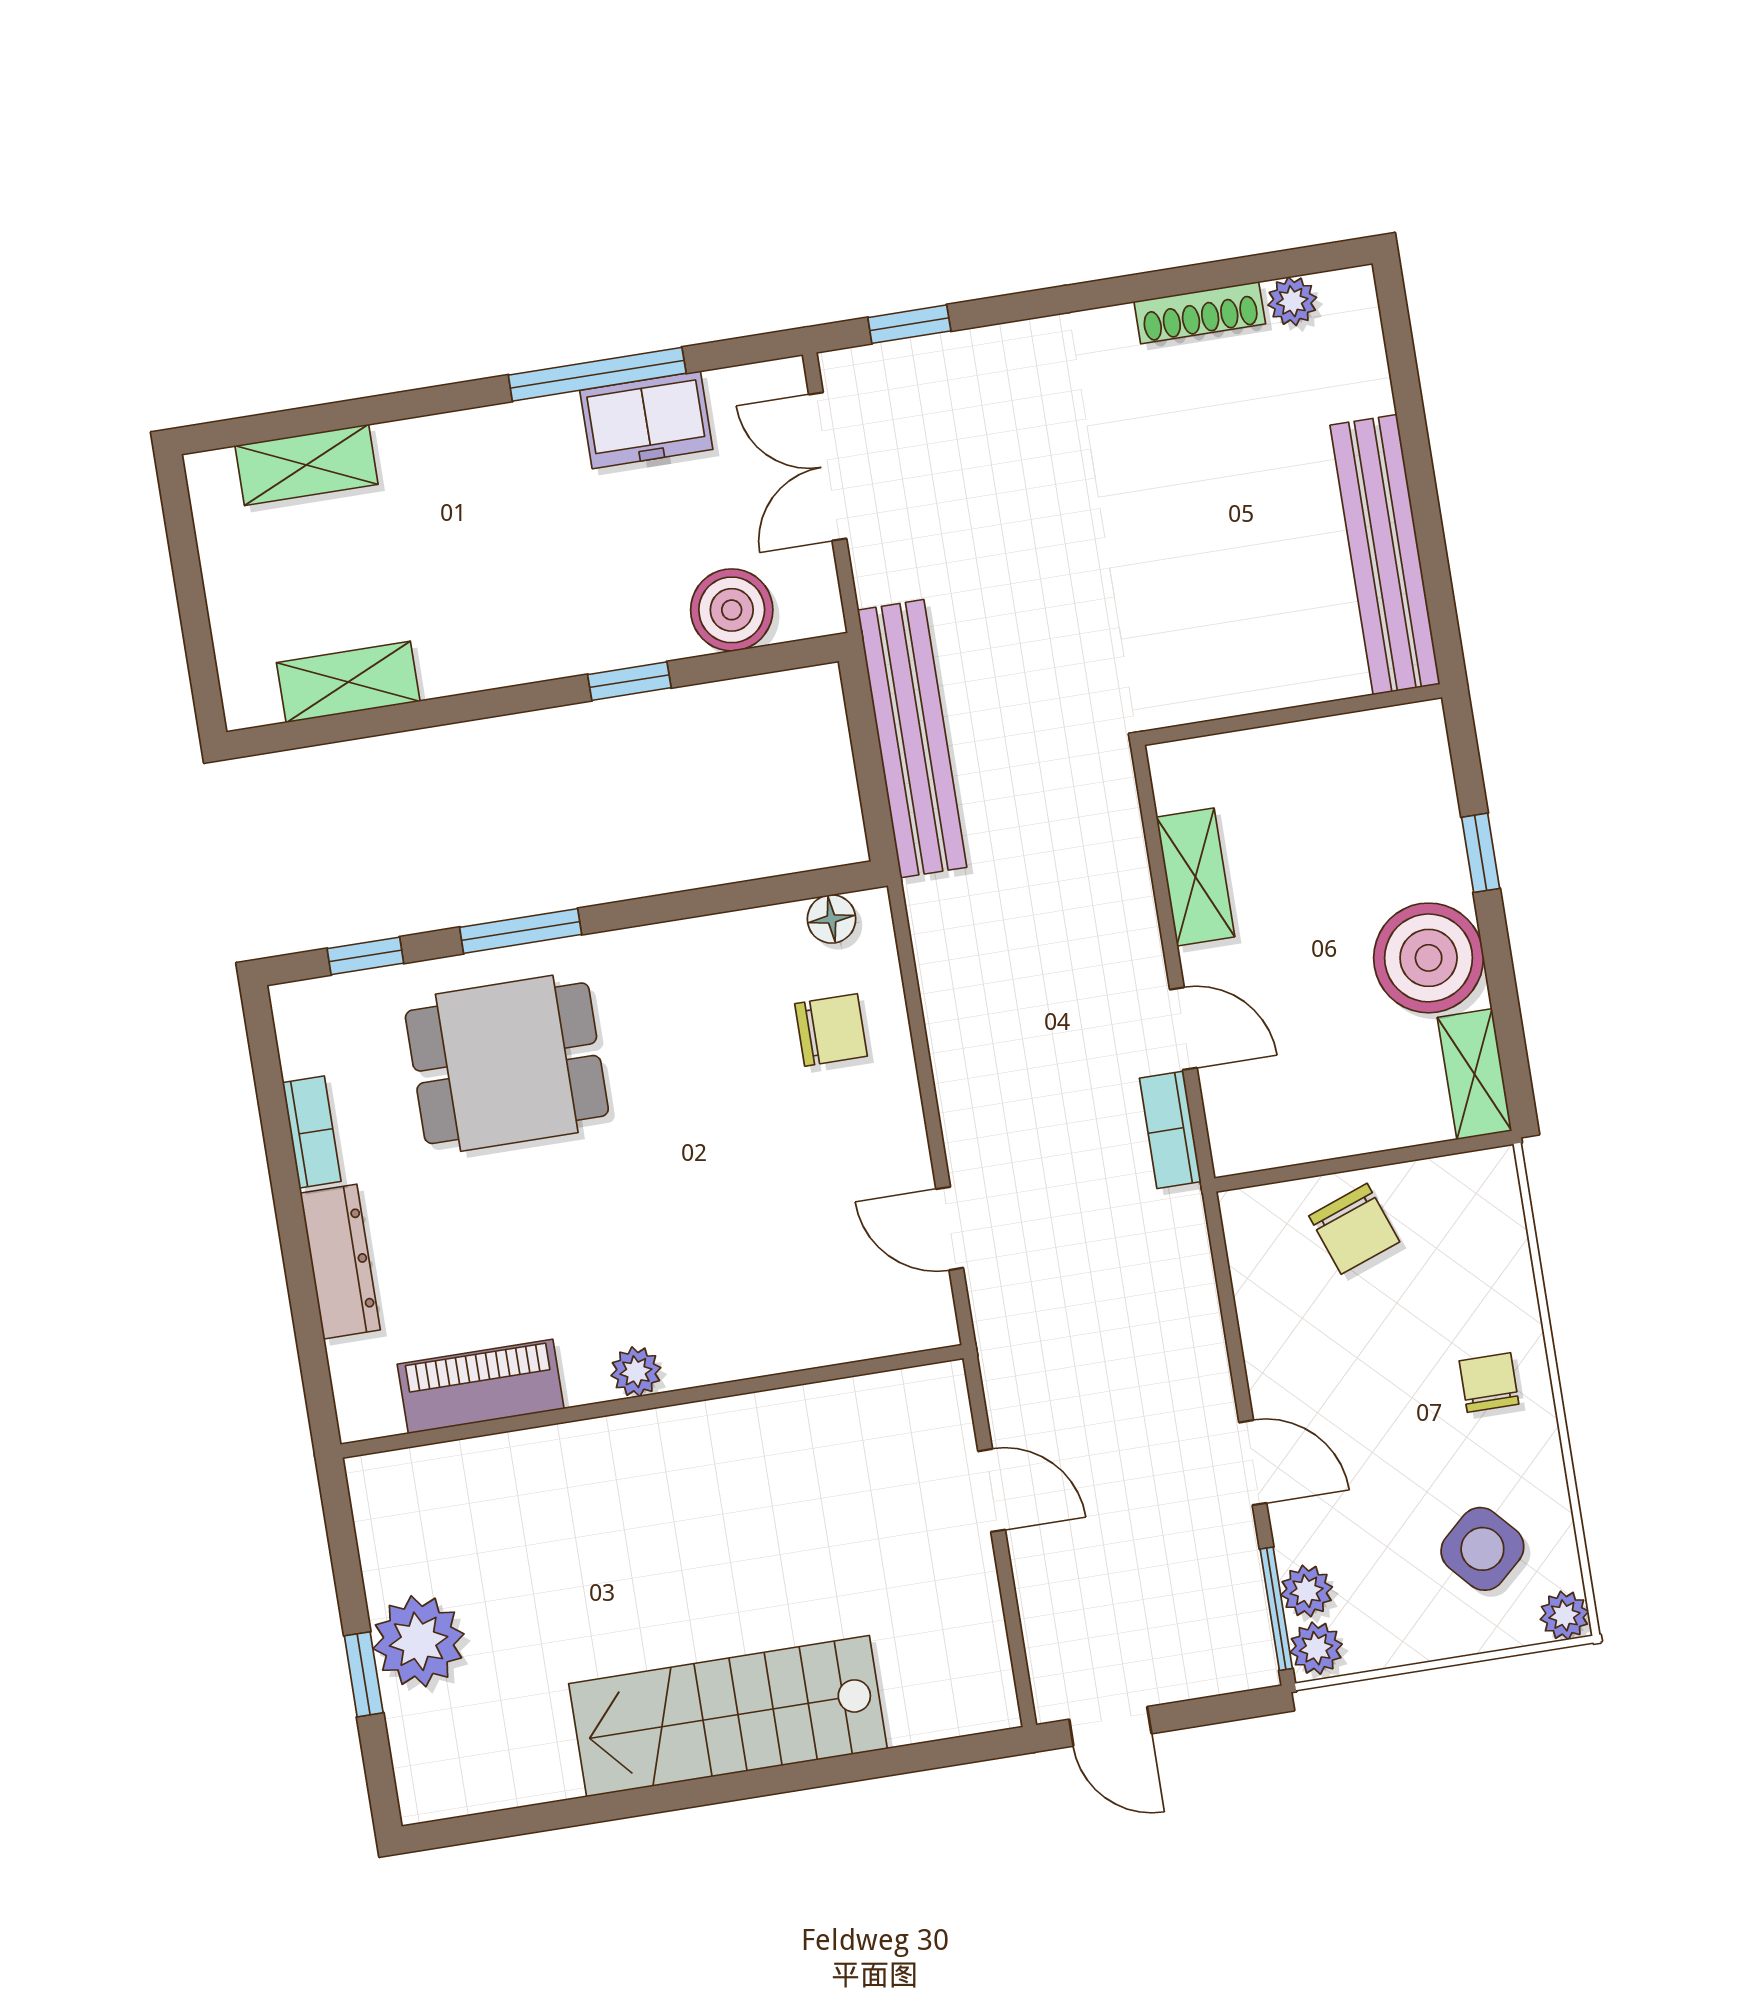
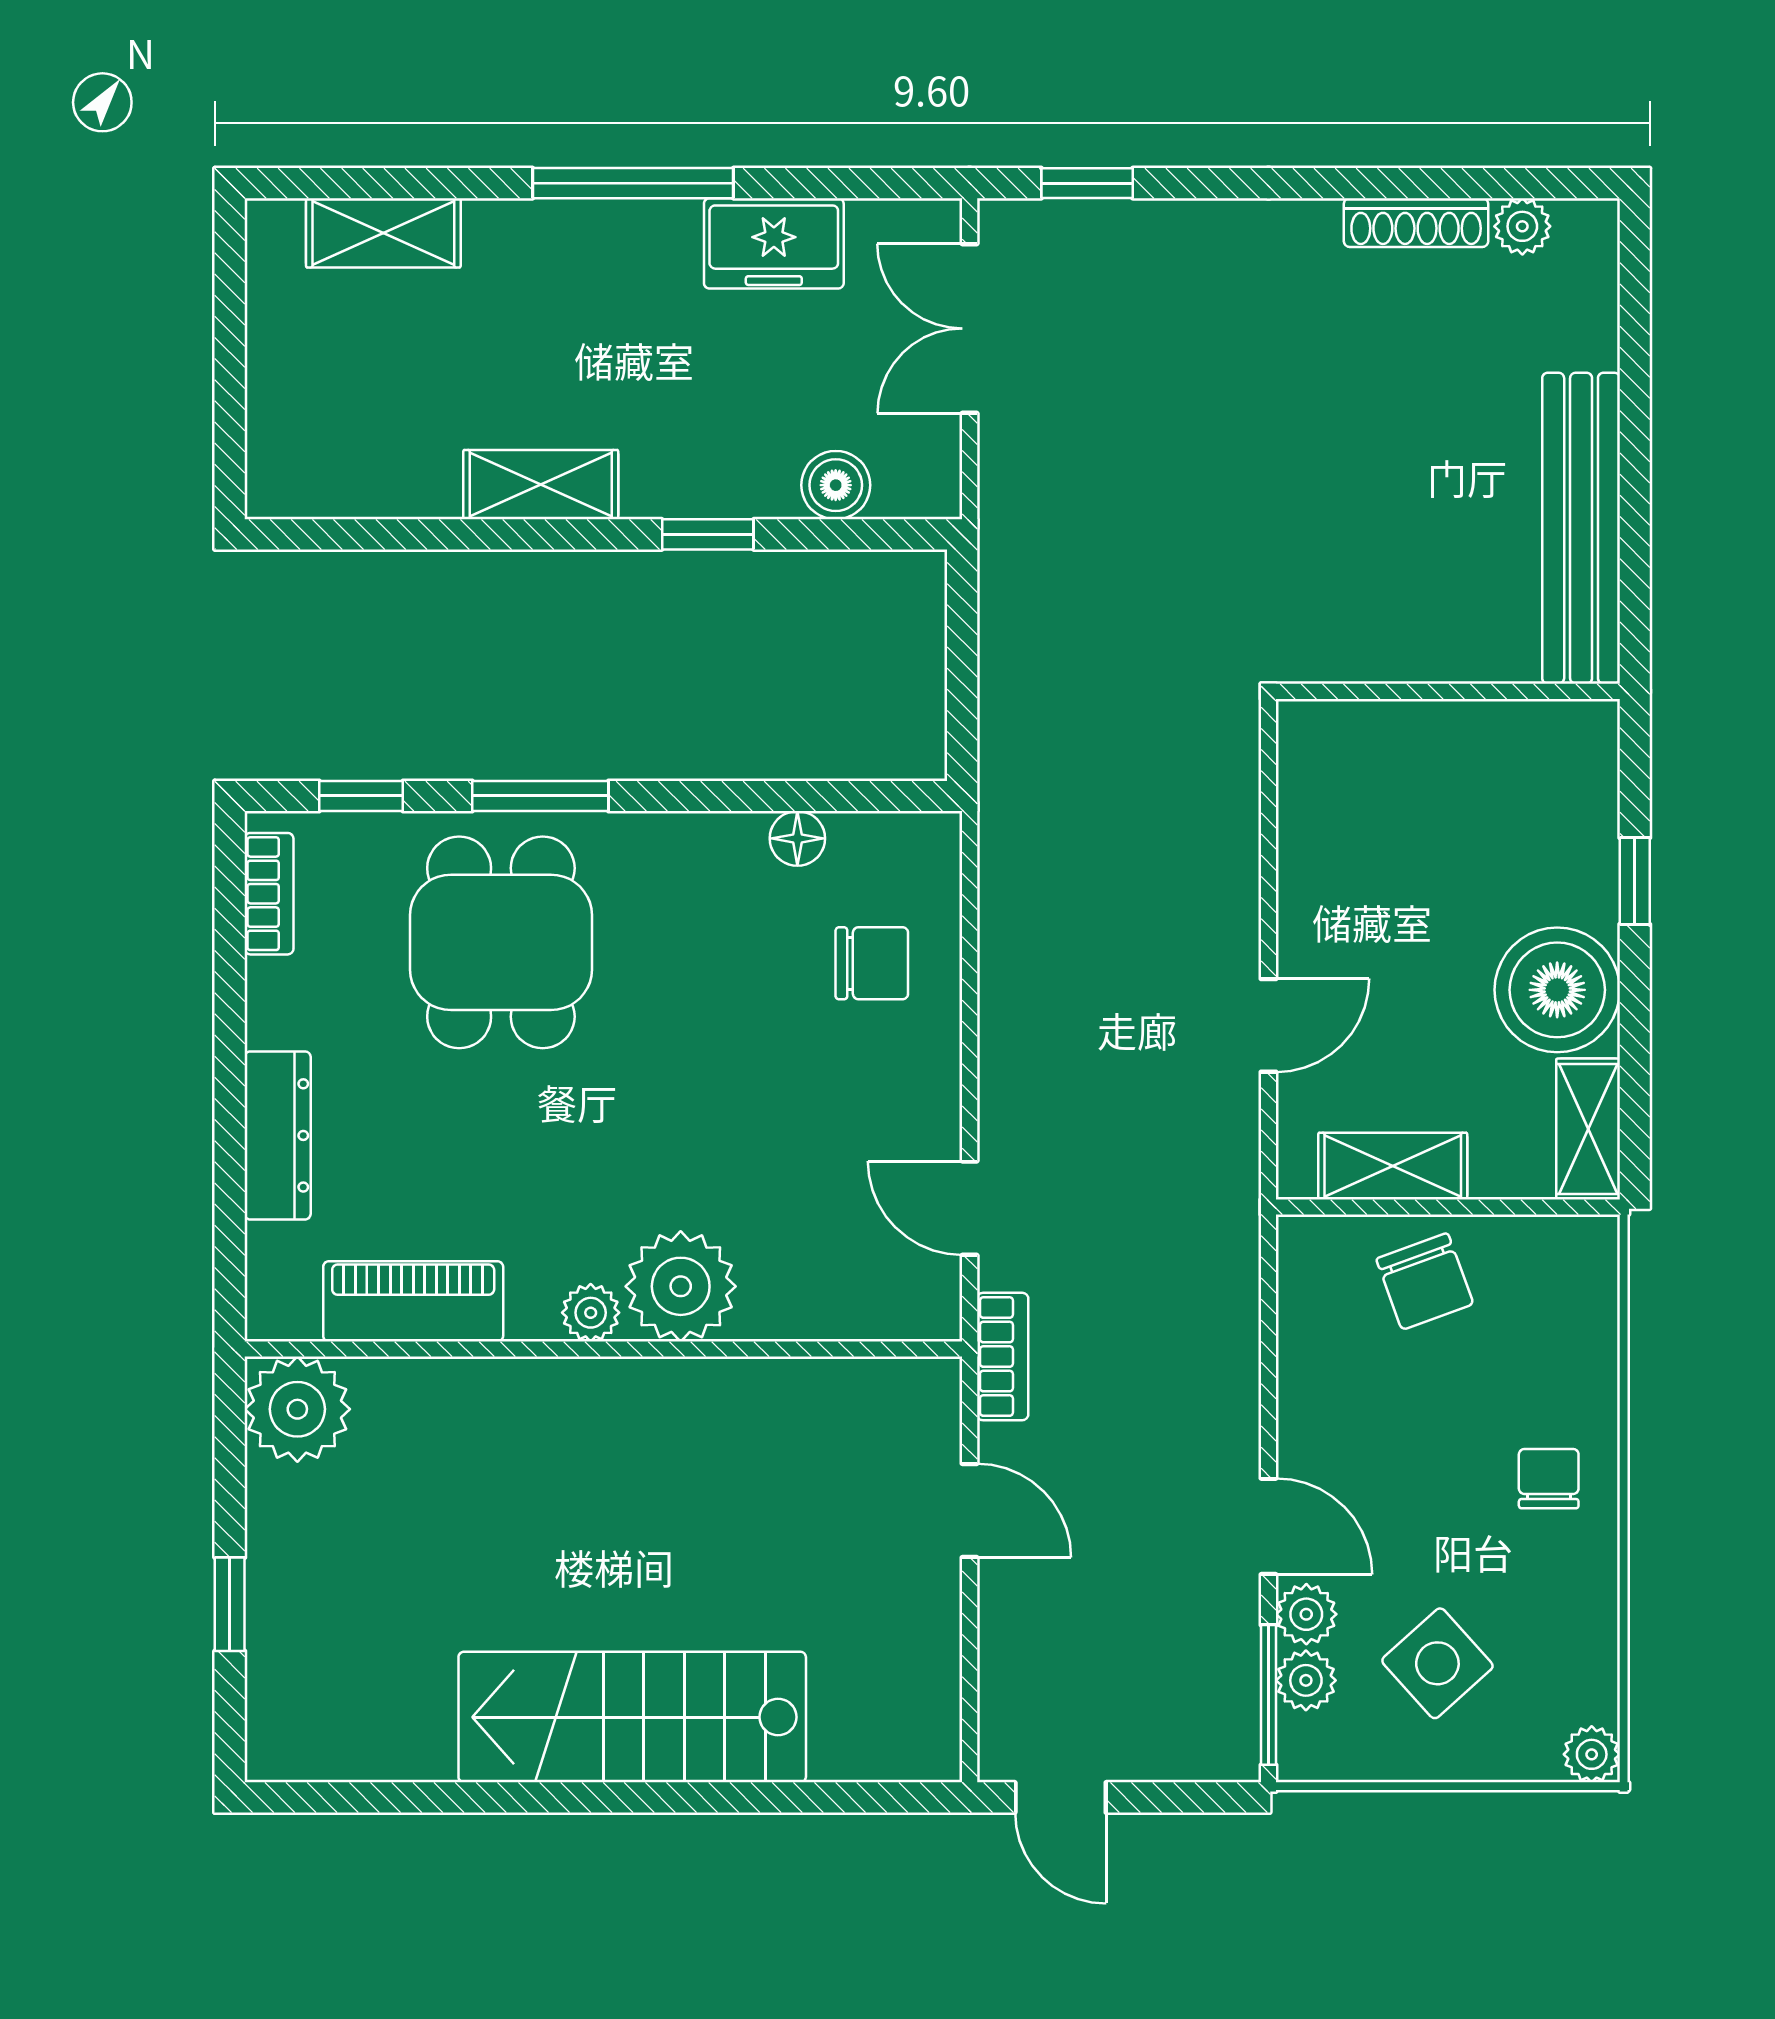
window: (597, 374) -> (633, 183), moved
boiler: (732, 610) -> (836, 485), width x0.73, depth x0.73
shelving: (348, 682) -> (541, 485), moved
bench: (912, 739) -> (1015, 650), removed
shelving: (1195, 877) -> (1393, 1166), moved, turned 90
floor lamp: (832, 919) -> (797, 838), moved
door: (1183, 1029) -> (1269, 1025), hinge flipped
dining table: (507, 1063) -> (501, 942), turned 90
bookcase: (1170, 1130) -> (1003, 1357), moved, turned 180
bookcase: (312, 1132) -> (269, 894), moved
plant: (710, 1336) -> (681, 1286), added
side table: (1482, 1549) -> (1437, 1663), moved
plant: (419, 1641) -> (297, 1409), moved
plant: (1316, 1648) -> (1306, 1614), moved

